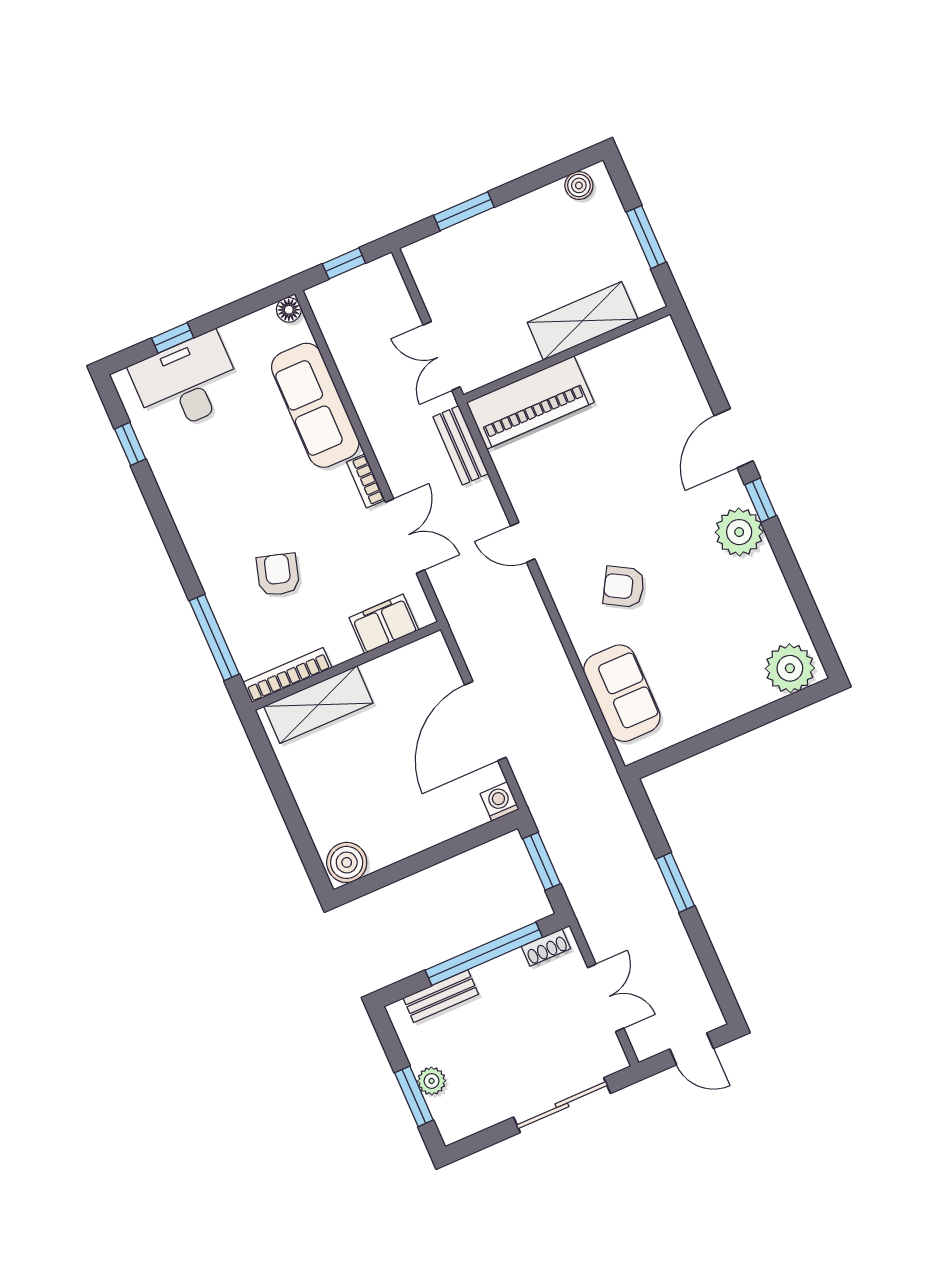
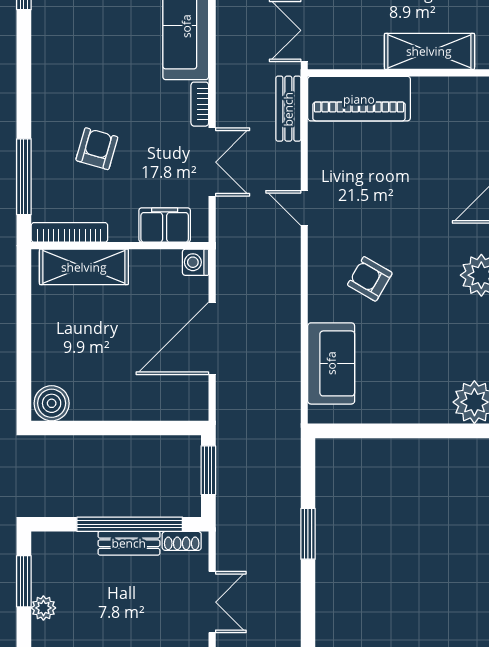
washing machine: (500, 801) -> (195, 262), moved, turned -90
bench: (441, 996) -> (129, 543), moved
window: (414, 1096) -> (24, 581), moved

